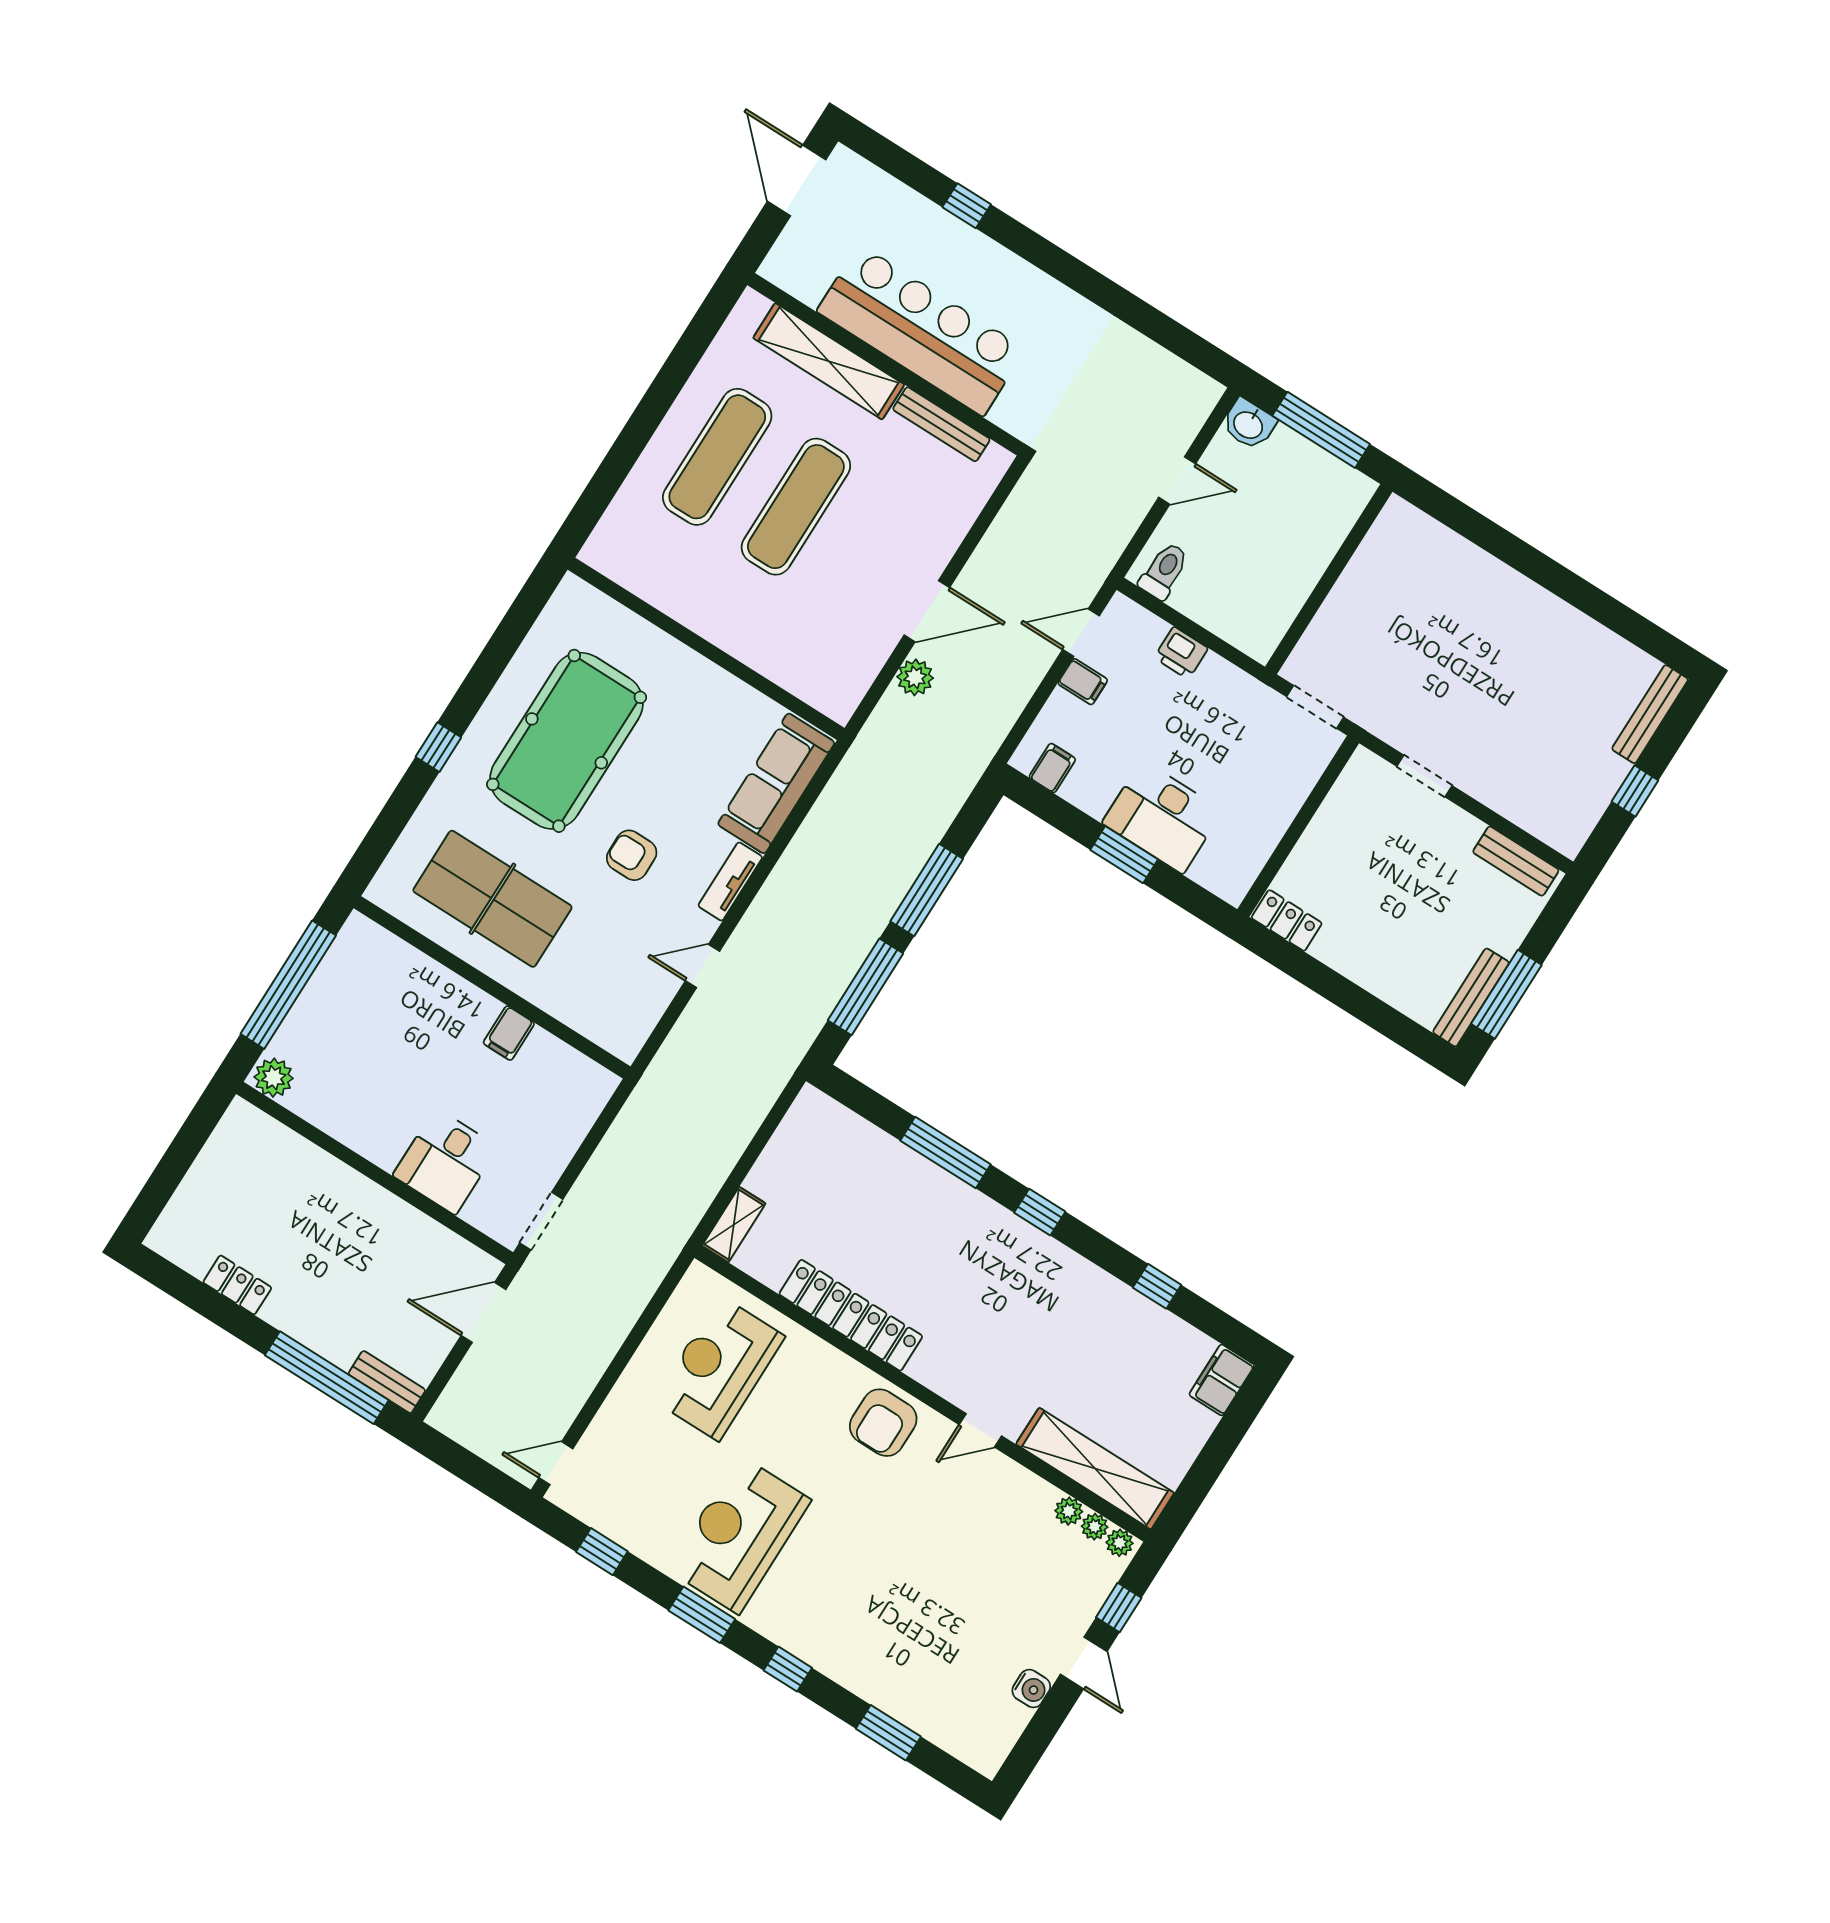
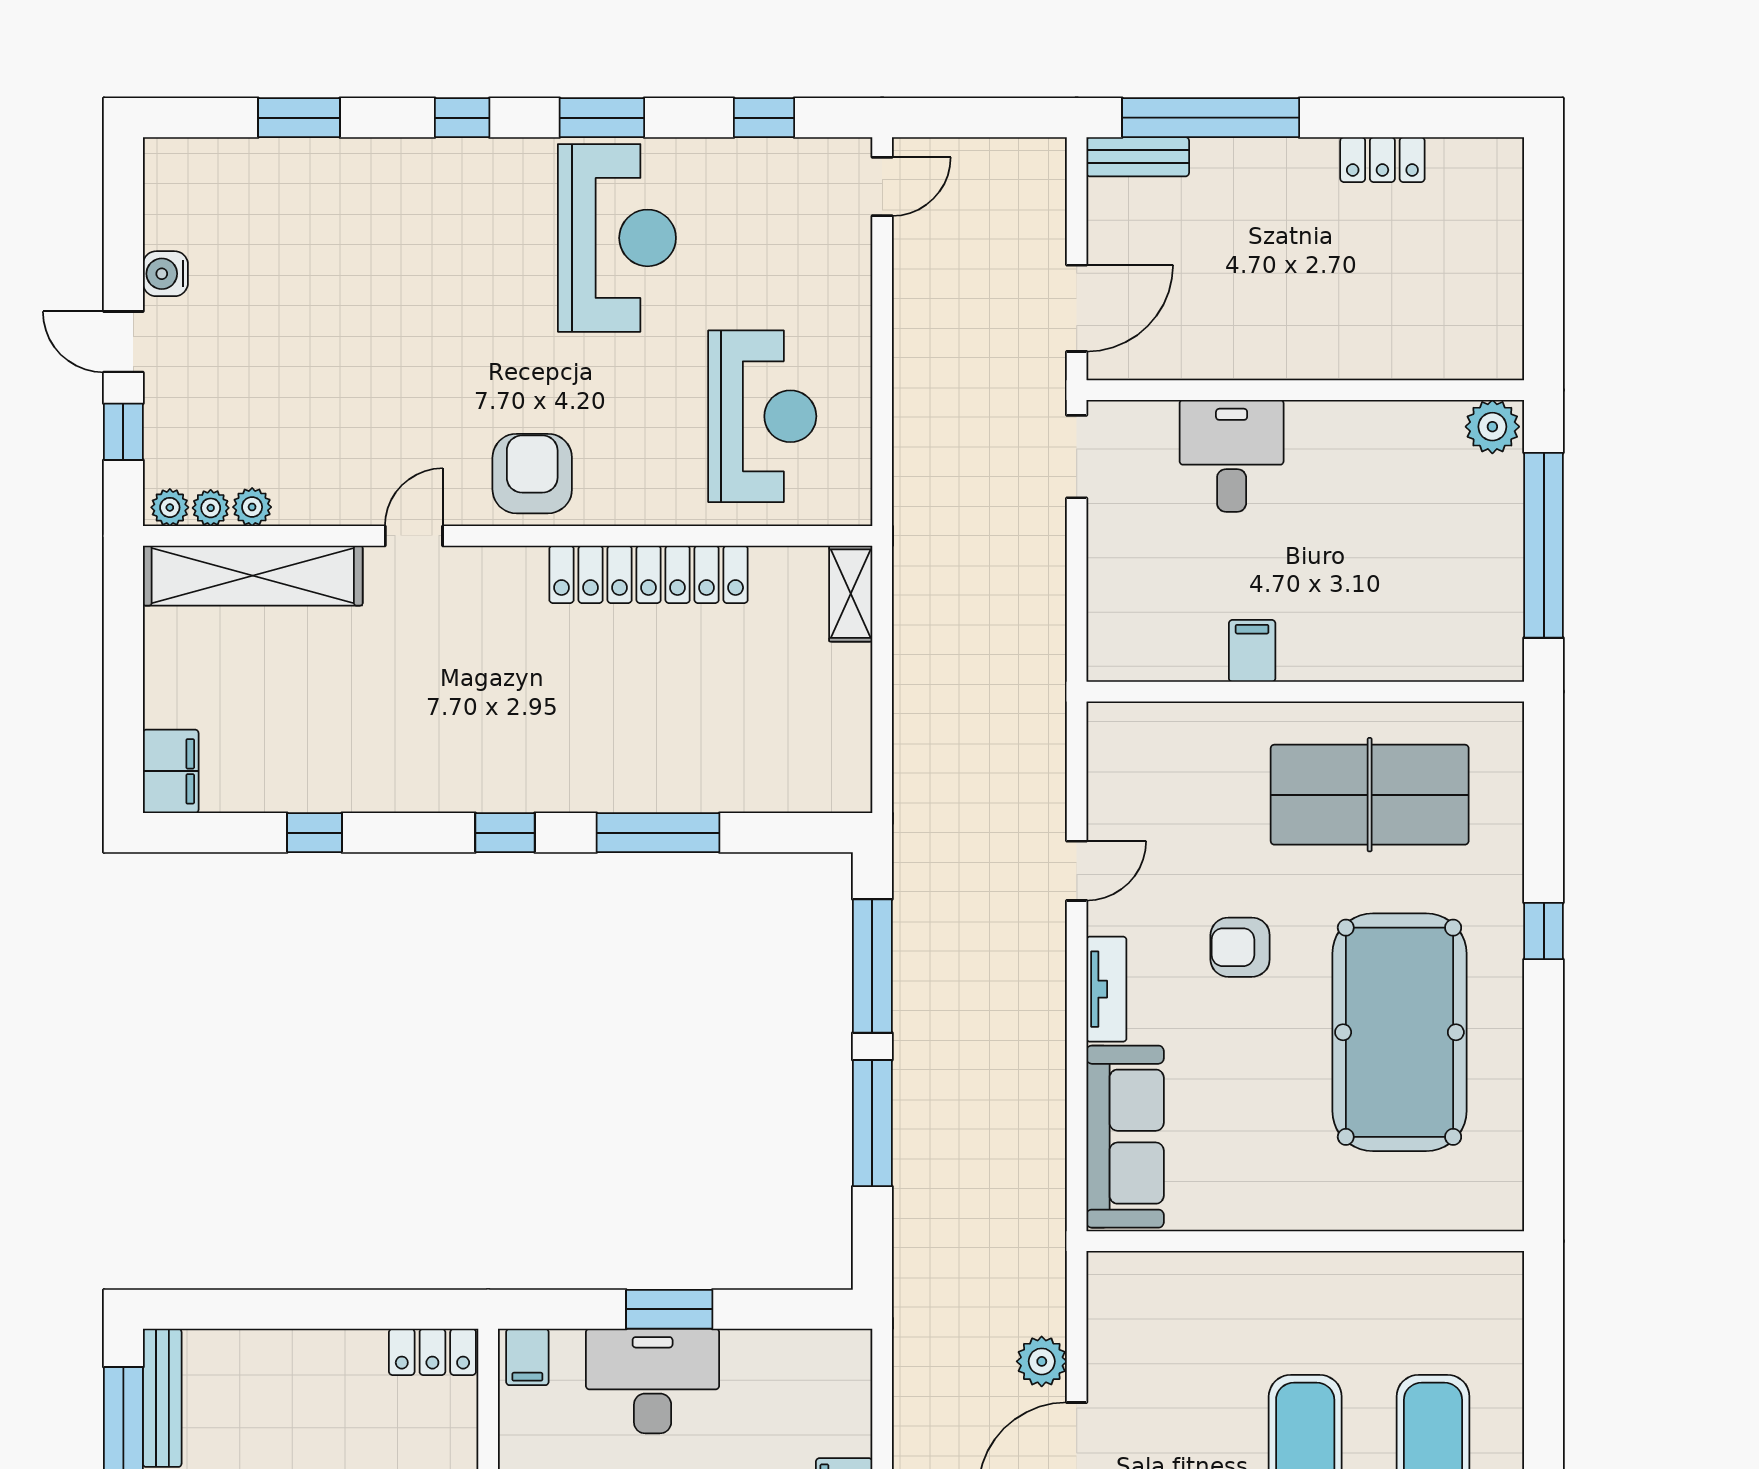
filing cabinet: (1052, 768) -> (527, 1357), moved
armchair: (632, 855) -> (1240, 947), turned 180

